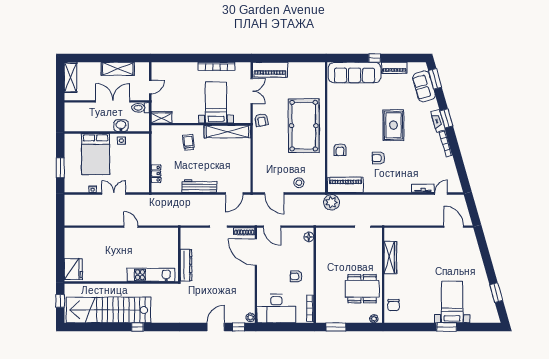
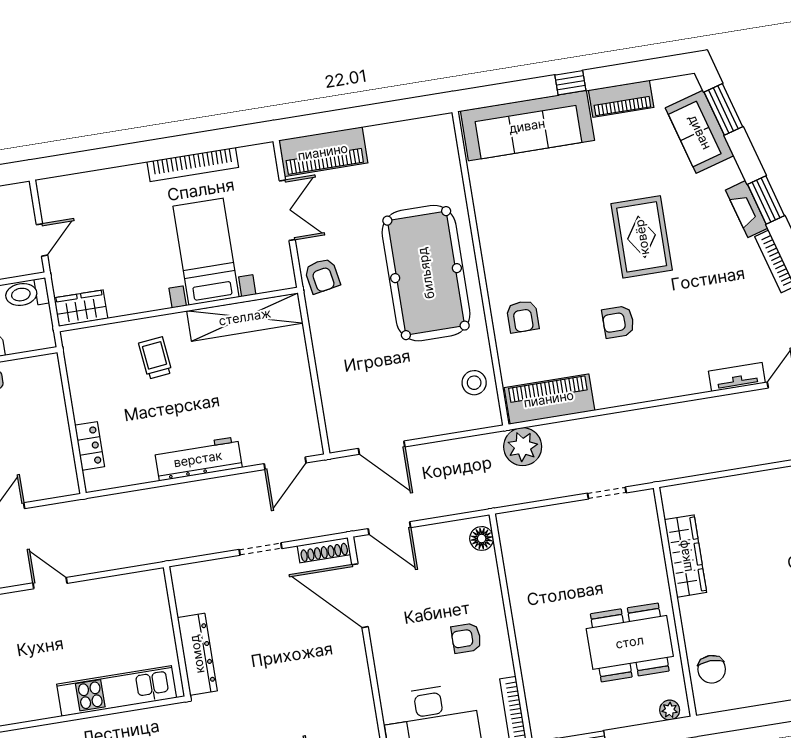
stool: (299, 183) -> (474, 383), moved

